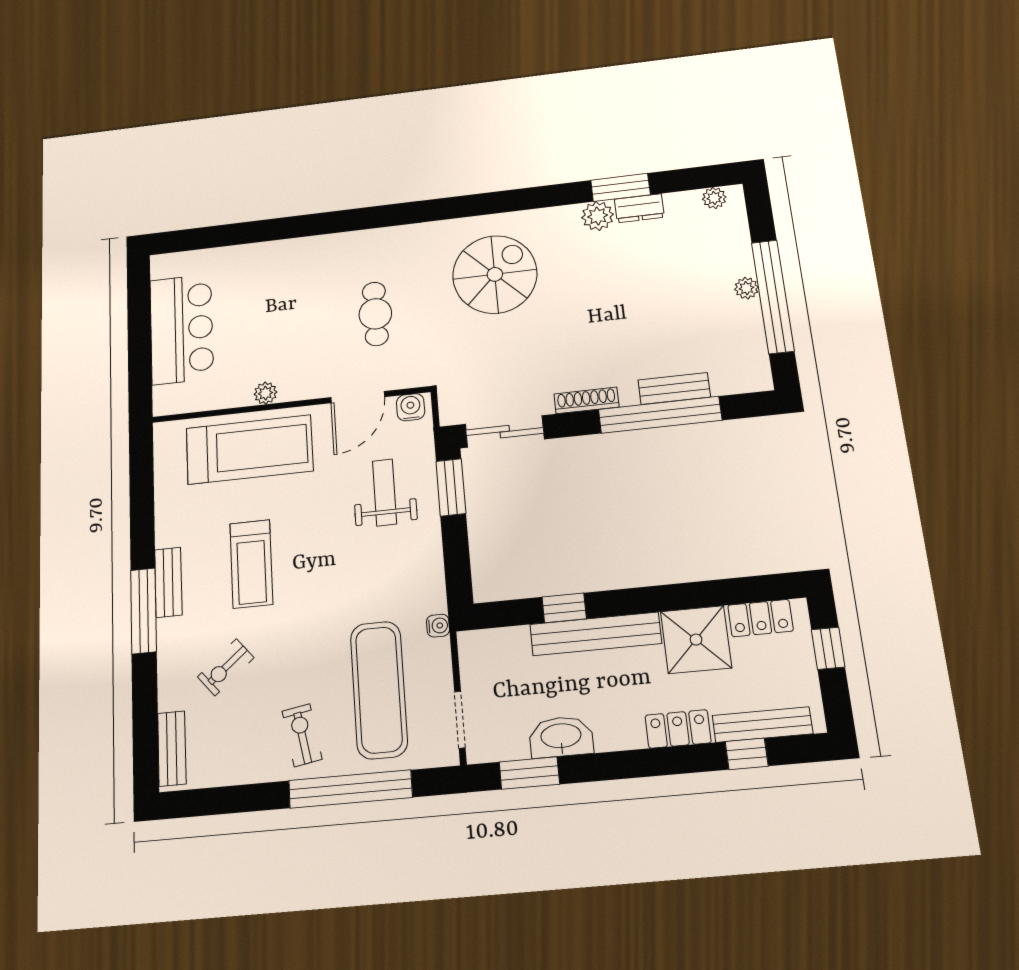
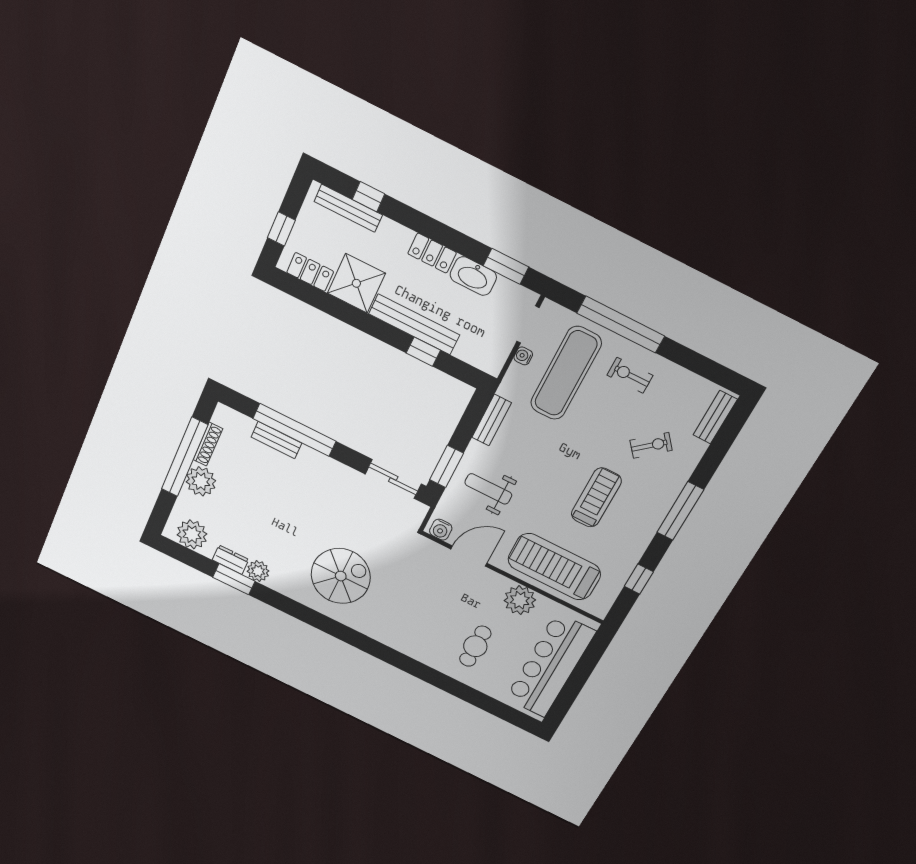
plant: (714, 198) -> (192, 534), width x1.88, depth x1.88
spiral stairs: (495, 274) -> (341, 576), turned 180
plant: (746, 288) -> (201, 481), width x1.88, depth x1.88
cafe table: (375, 314) -> (475, 646), moved
bar counter: (182, 329) -> (550, 665), width x1.36
plant: (265, 393) -> (520, 600), width x1.88, depth x1.88
shoe rack: (586, 400) -> (208, 444), moved, turned -90
weight bench: (385, 492) -> (488, 489), turned 90
window: (142, 499) -> (639, 579), added
bench: (168, 582) -> (492, 420), moved
water cooler: (438, 626) -> (523, 356), moved
locker: (678, 729) -> (432, 253), moved
exercise bike: (302, 735) -> (630, 375), turned 100

